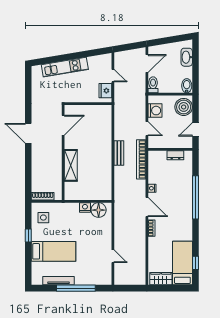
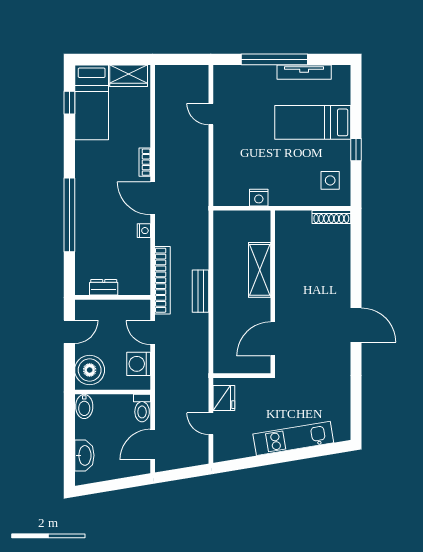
door: (63, 125) -> (273, 339), moved
wall: (63, 153) -> (273, 292), moved
shelving: (71, 165) -> (260, 270), moved
floor lamp: (99, 210) -> (235, 193), removed

